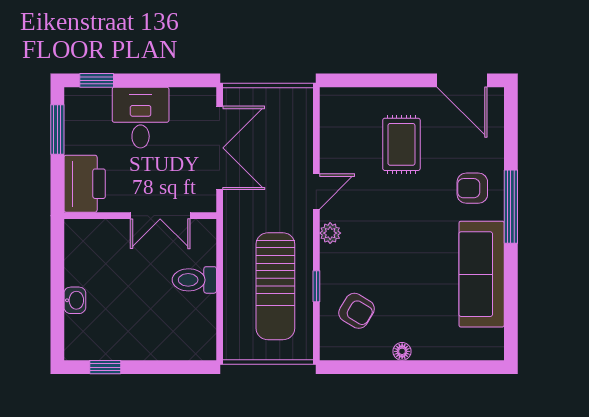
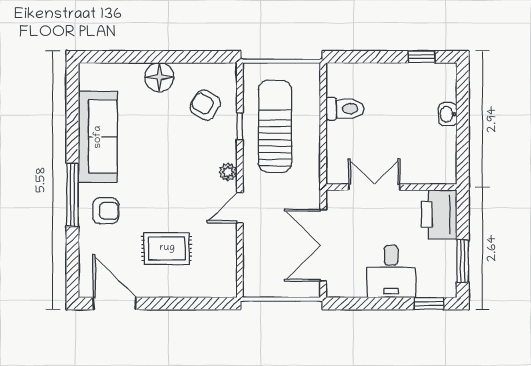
rug: (401, 144) -> (167, 248), turned 90
toilet: (194, 280) -> (345, 109), moved
floor lamp: (402, 351) -> (159, 77), width x1.89, depth x1.89

